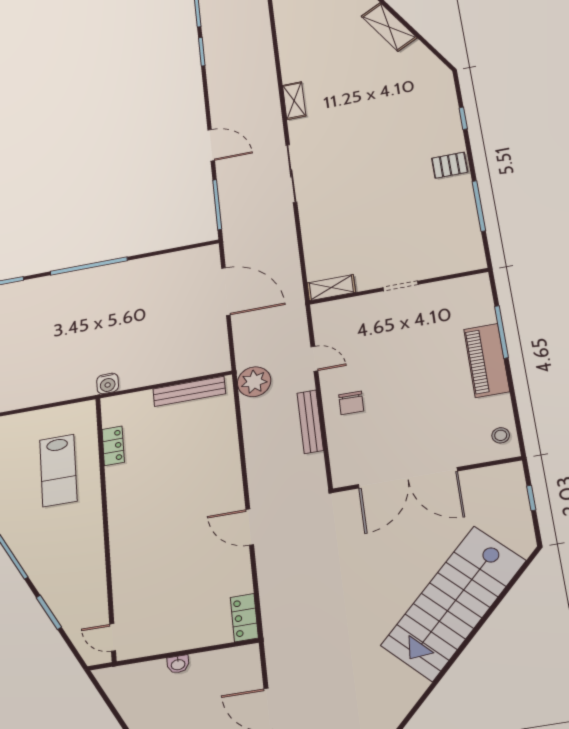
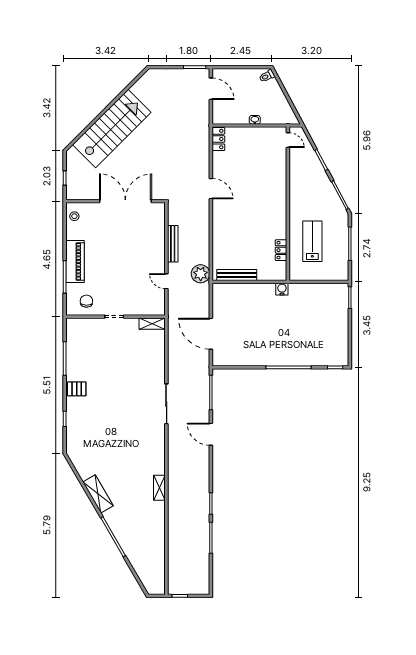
shelving: (294, 101) -> (159, 488), moved
chair: (351, 403) -> (86, 301), moved

